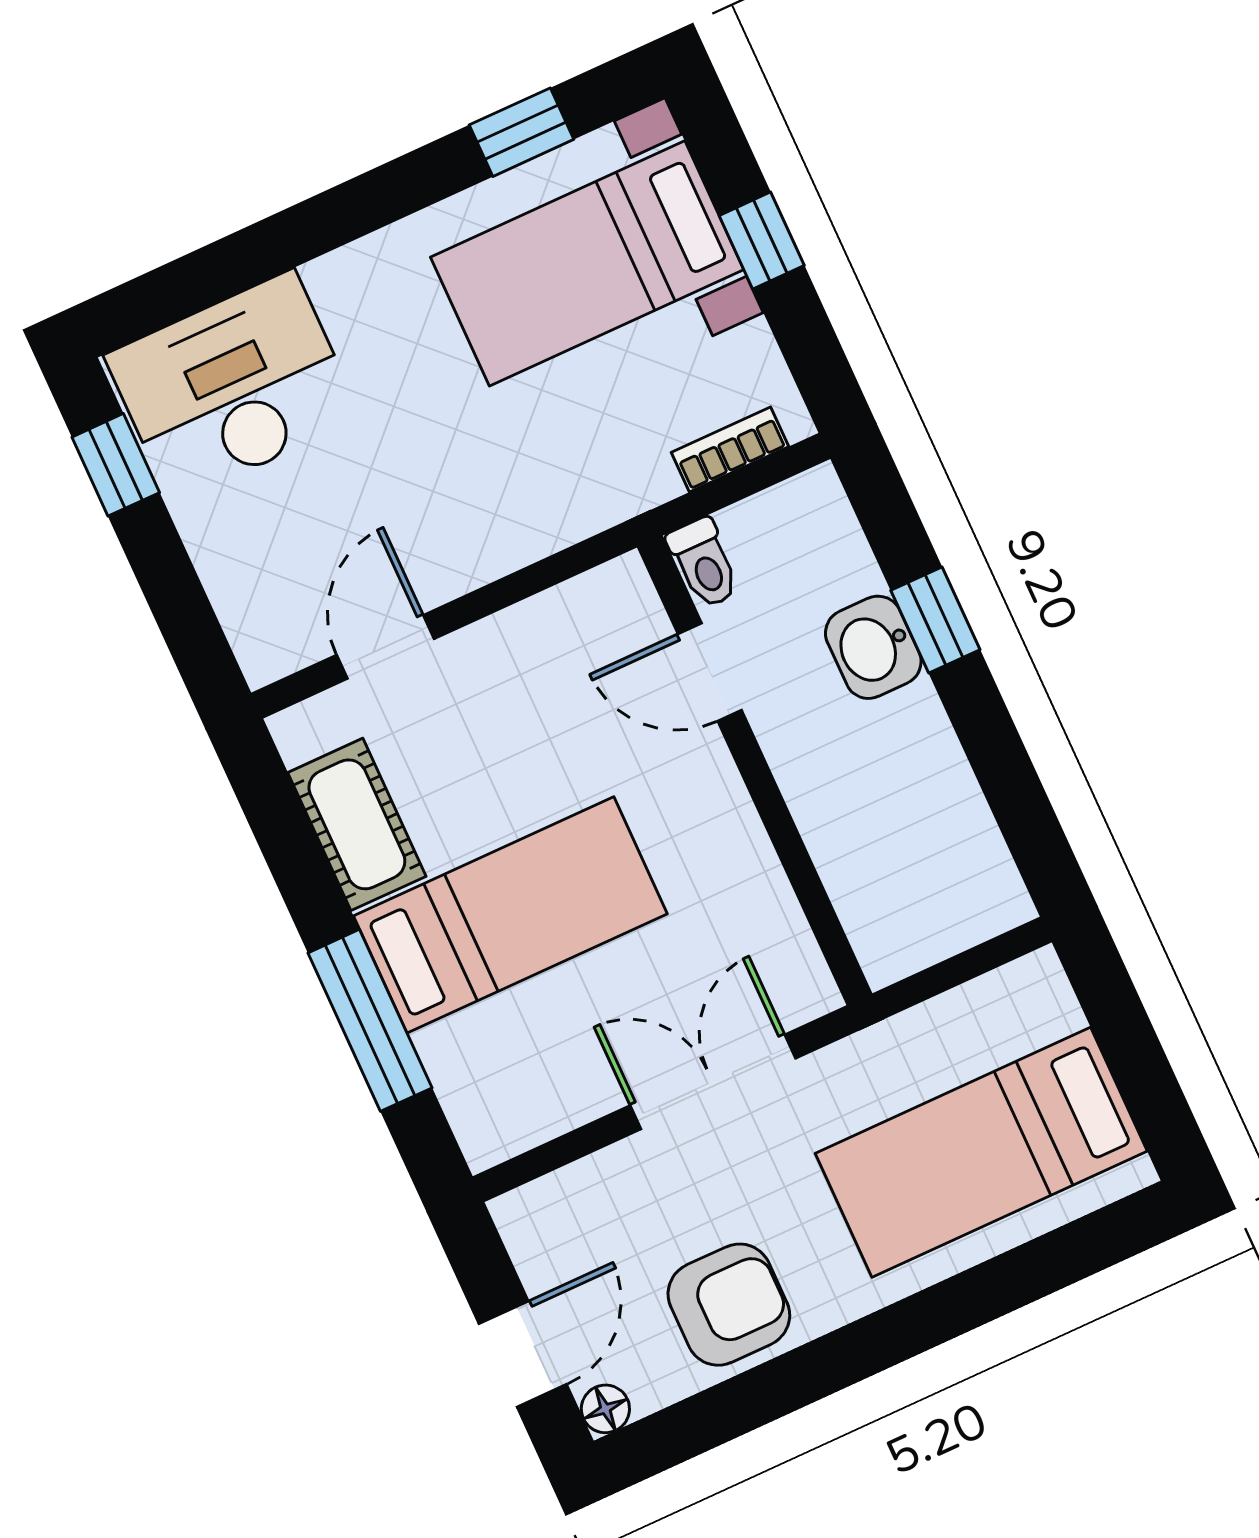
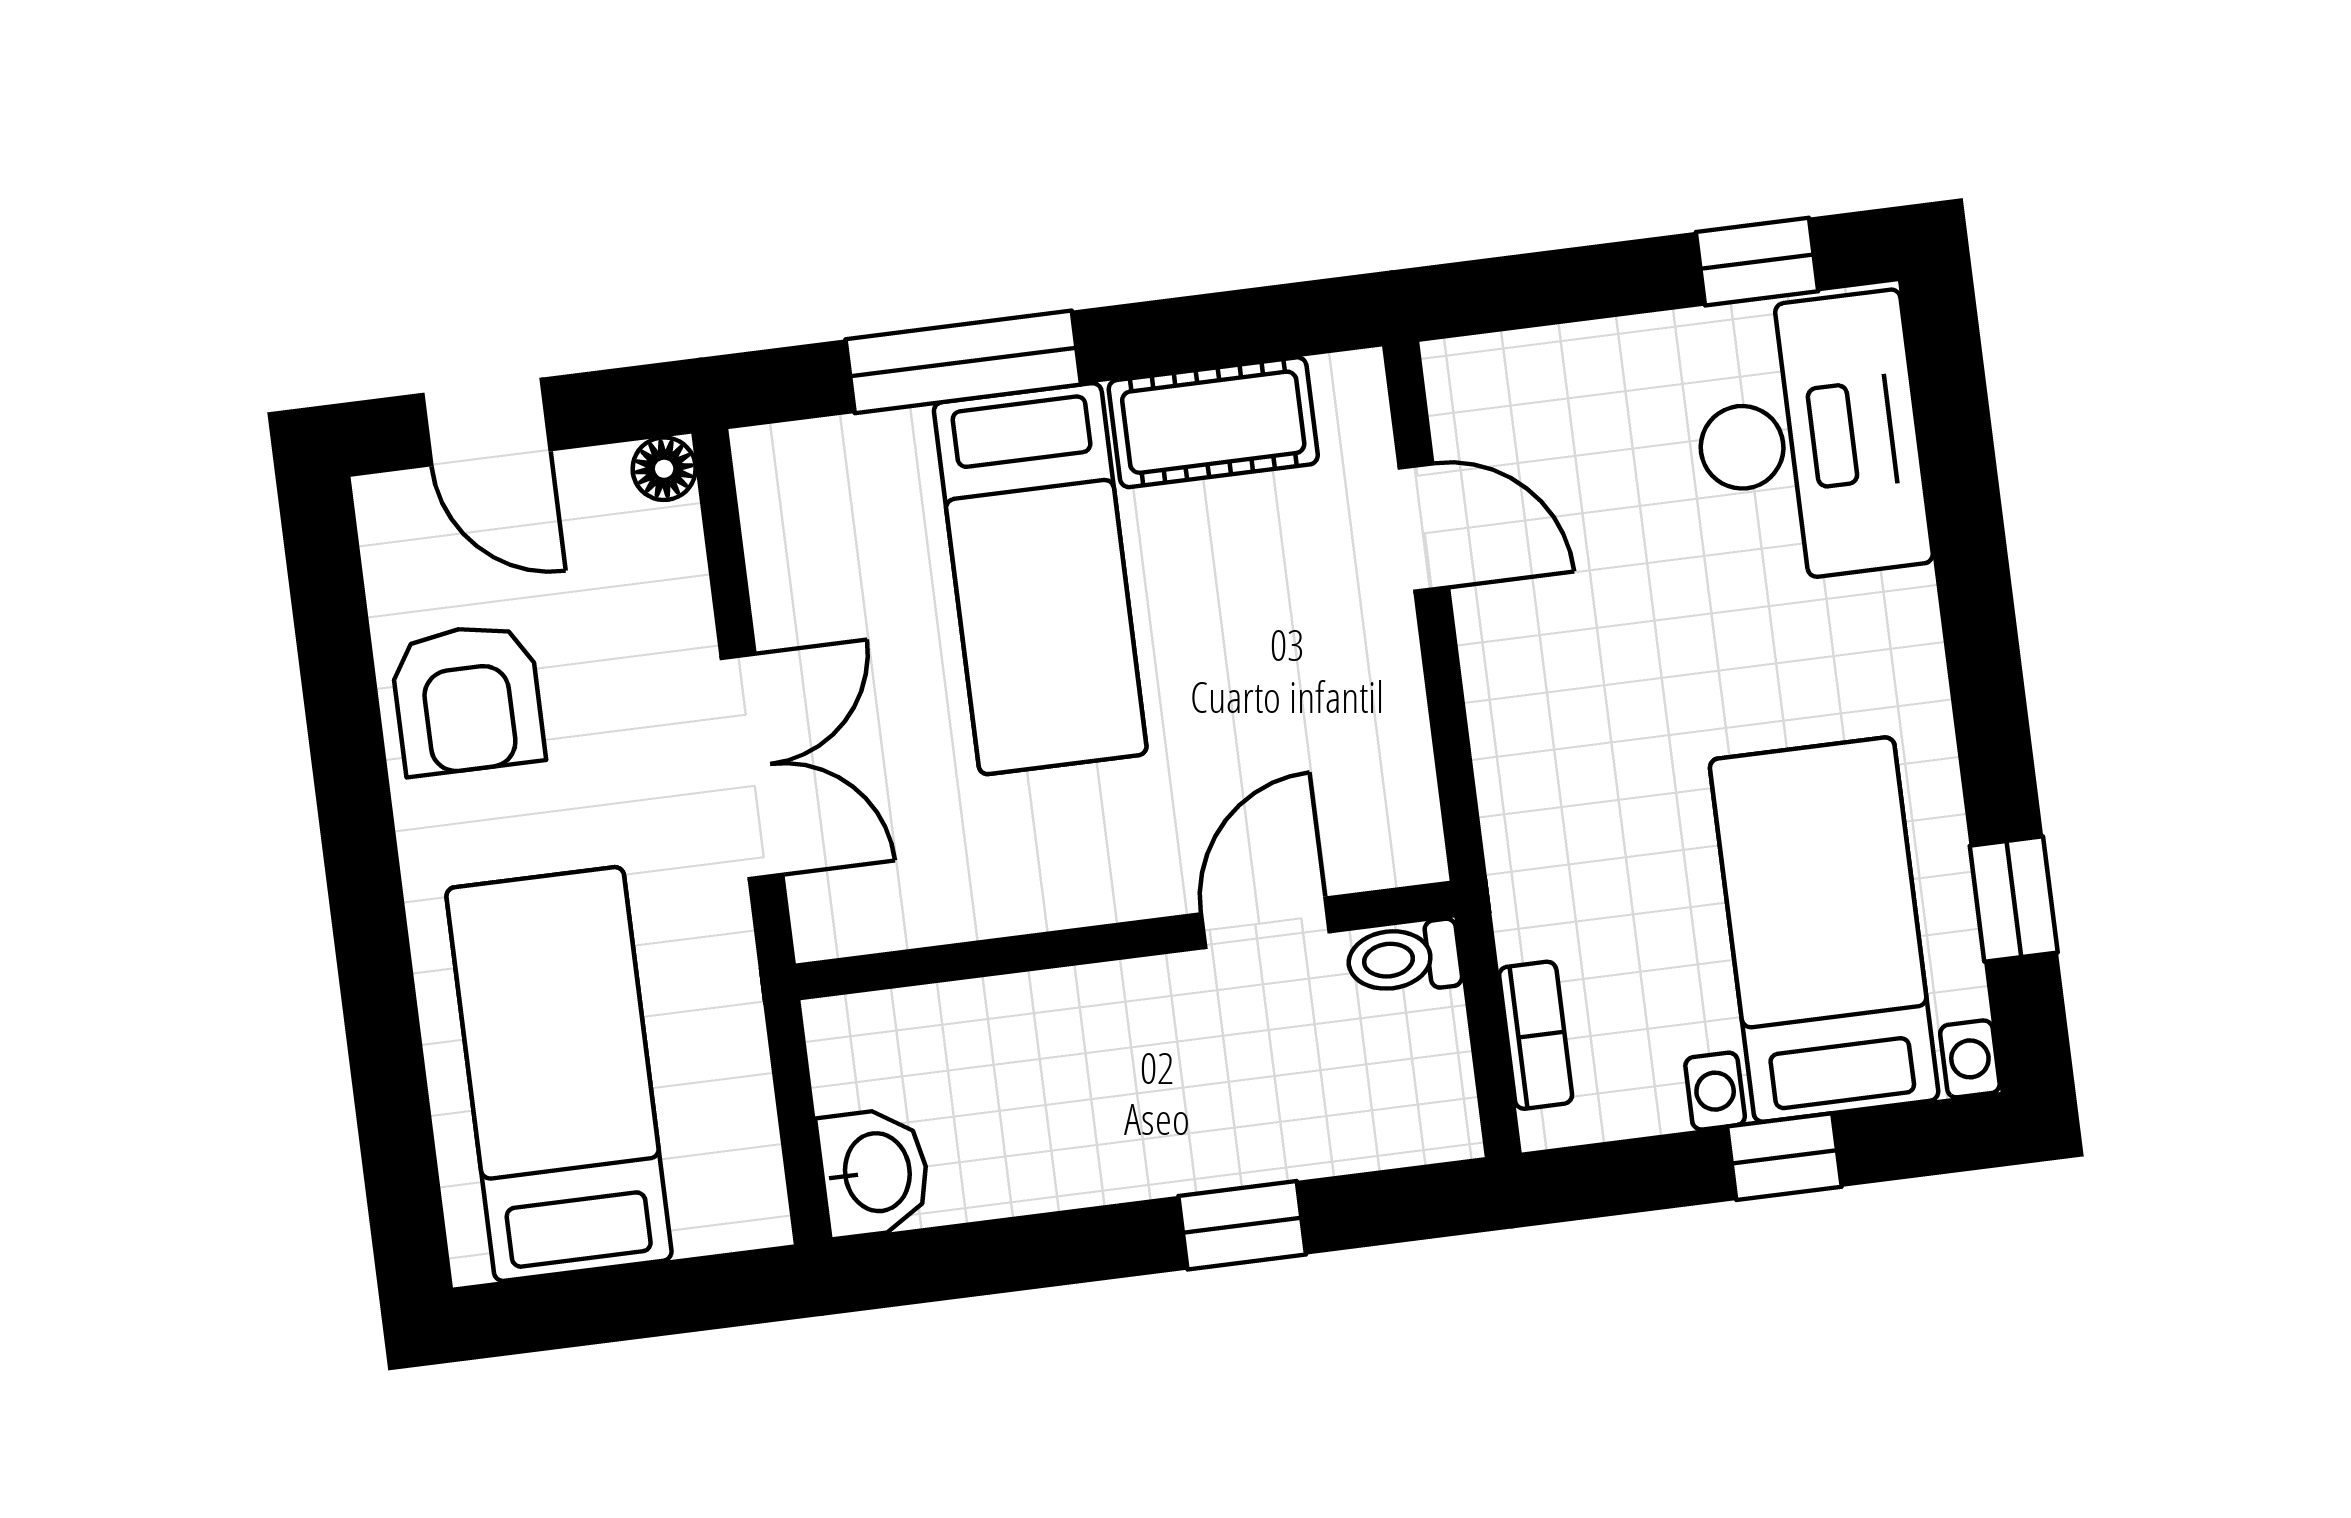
washbasin: (873, 647) -> (874, 1173), moved, turned 90
floor lamp: (605, 1409) -> (664, 469), moved

